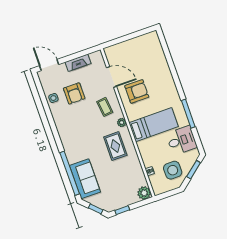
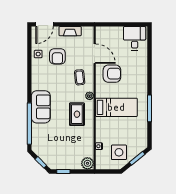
door: (49, 65) -> (44, 24), swing flipped
desk: (182, 140) -> (135, 38), moved, turned -90
sofa: (85, 179) -> (41, 107), moved

